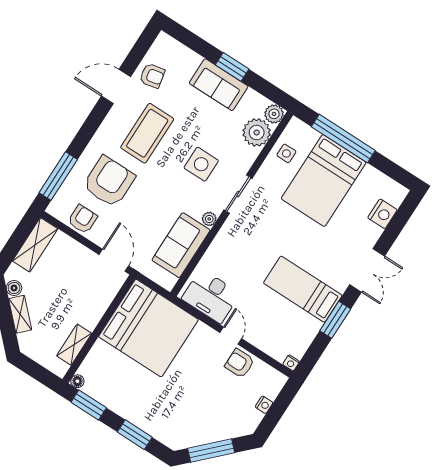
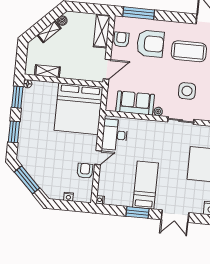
armchair: (83, 219) -> (121, 40), turned -90
shelving: (35, 245) -> (102, 31), moved, turned 90

